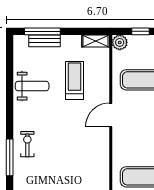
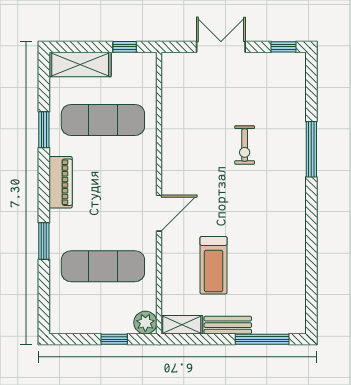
bench: (44, 41) -> (228, 325), moved
weight bench: (32, 86) -> (277, 257), removed
exercise bike: (27, 144) -> (245, 145), moved

